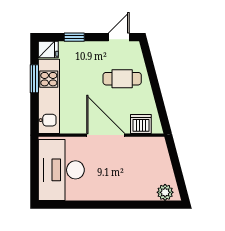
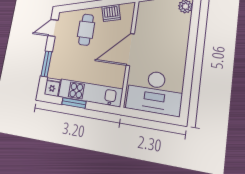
window: (74, 37) -> (46, 64), width x1.50
door: (119, 37) -> (53, 28), hinge flipped
dishwasher: (141, 124) -> (111, 13), moved, turned -105

